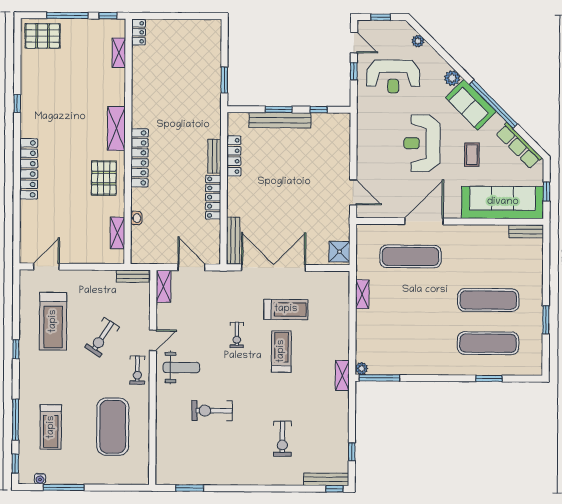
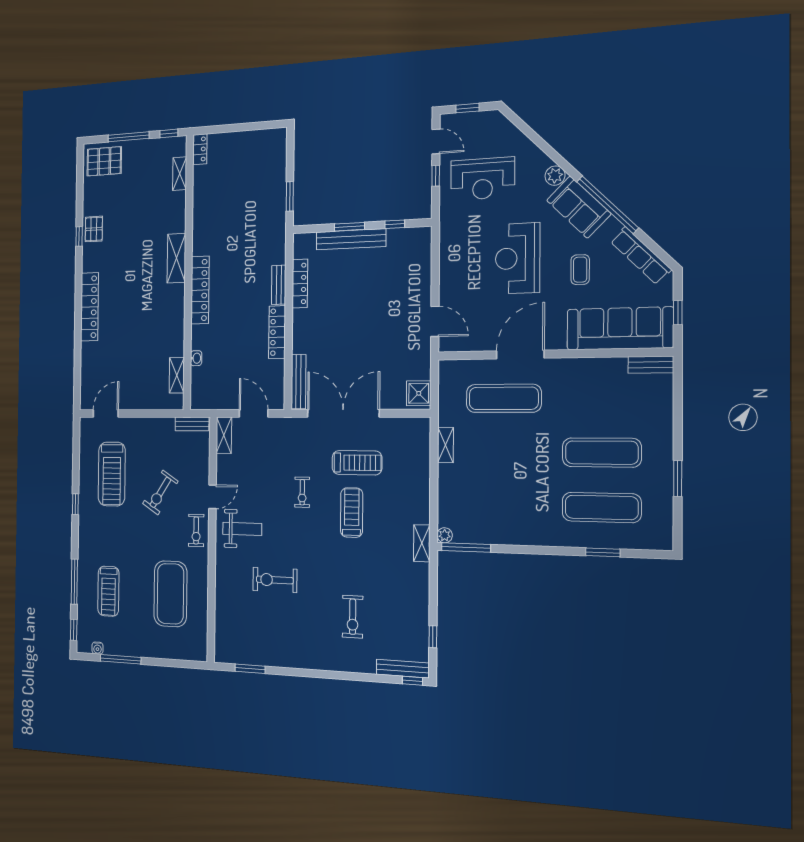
plant: (418, 41) -> (513, 133), removed
pallet: (104, 178) -> (94, 229), moved, width x0.67, depth x0.71

